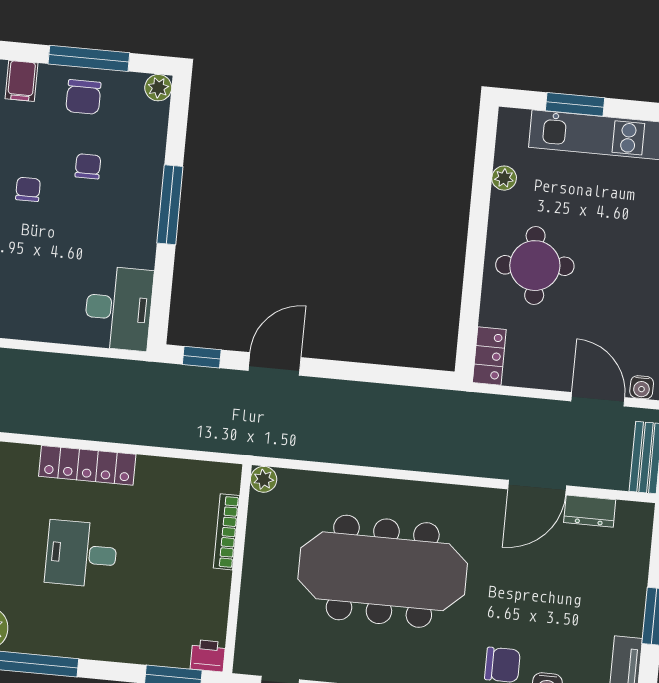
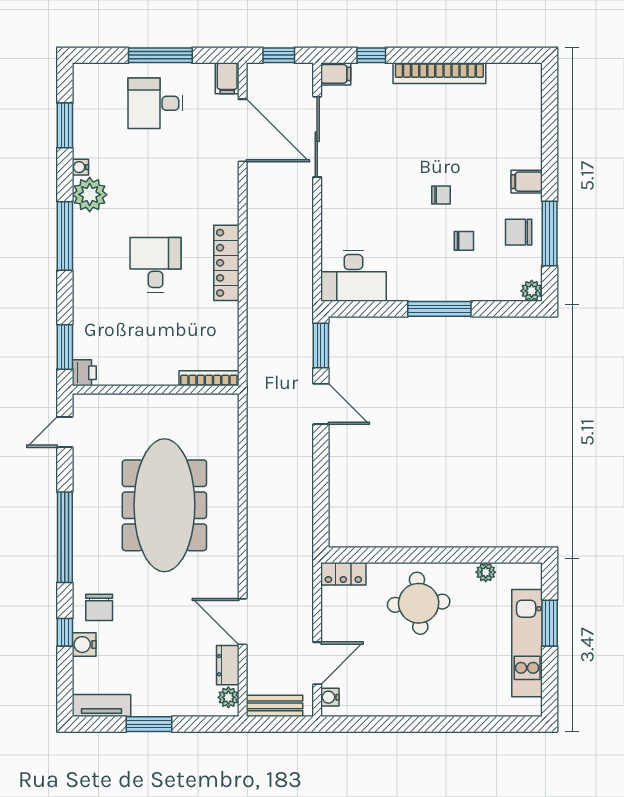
window: (202, 357) -> (321, 345), width x1.50
plant: (264, 479) -> (228, 697), moved
bookcase: (226, 532) -> (209, 378), moved

